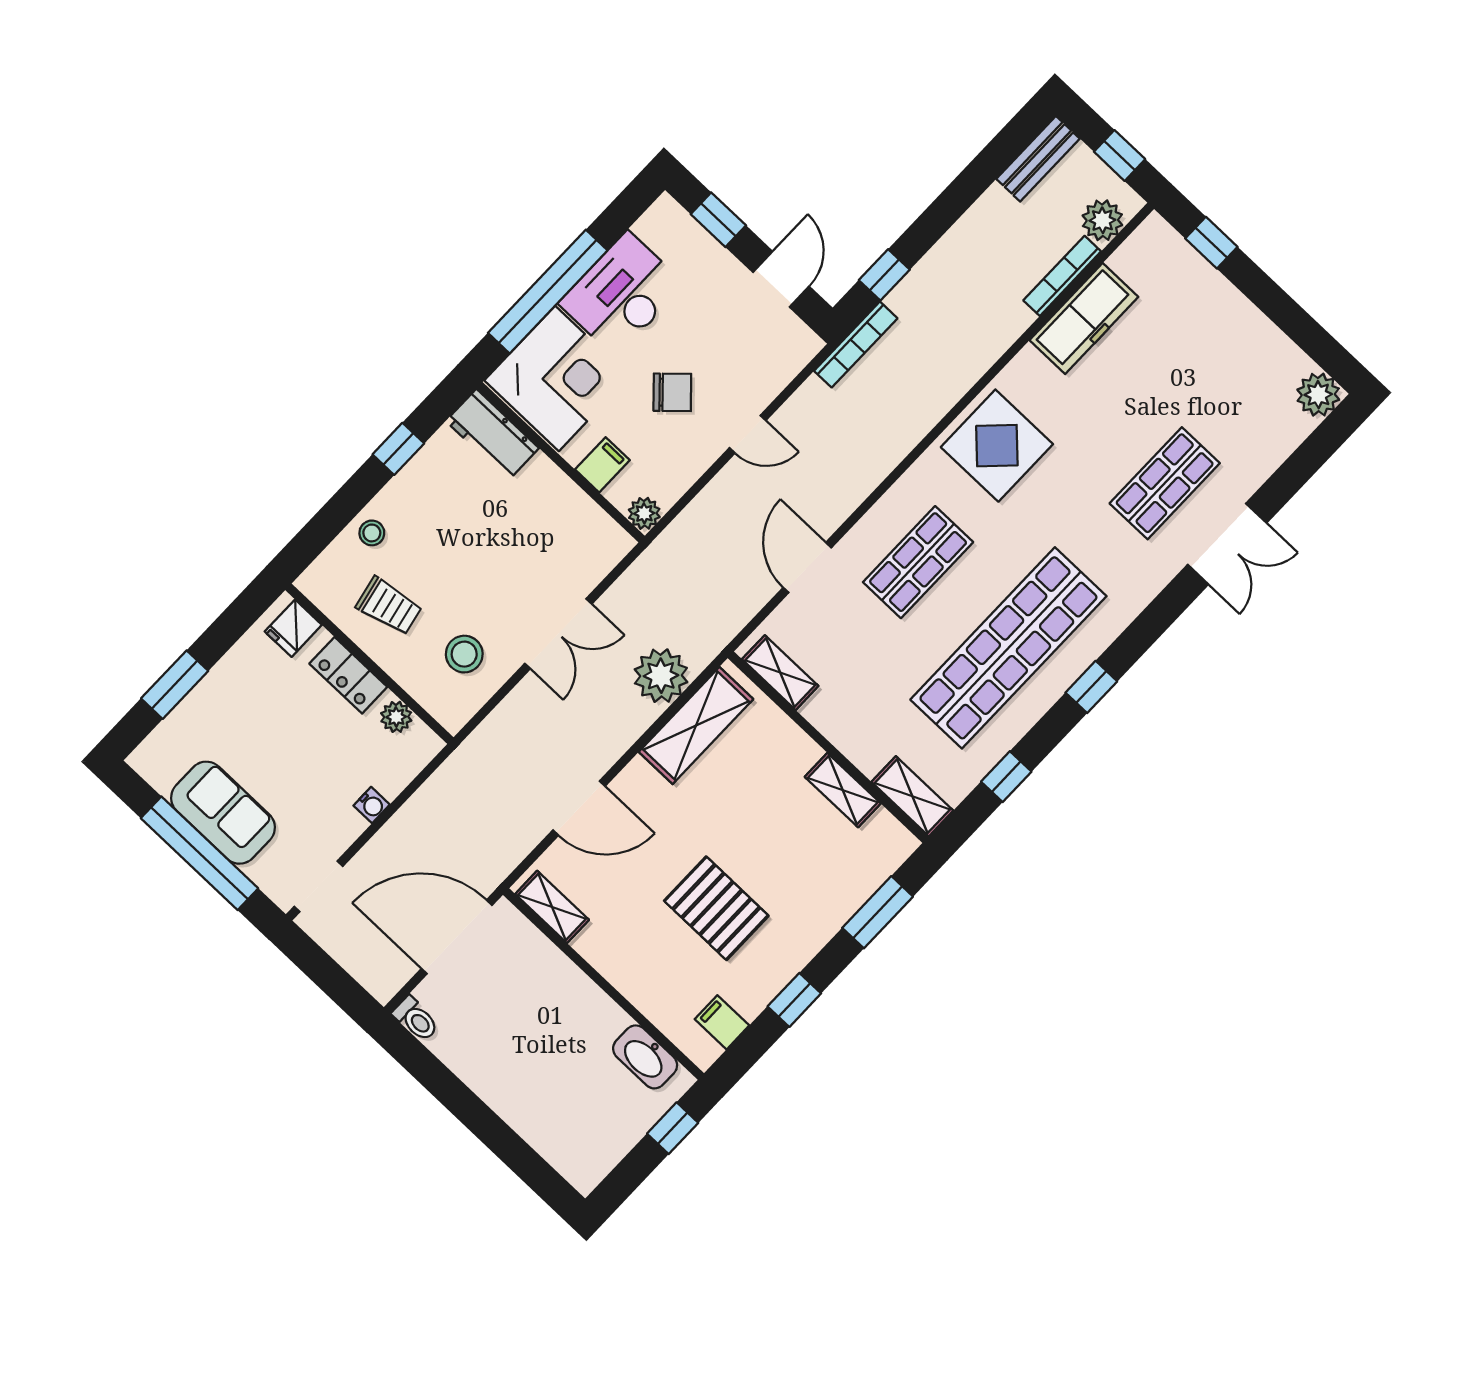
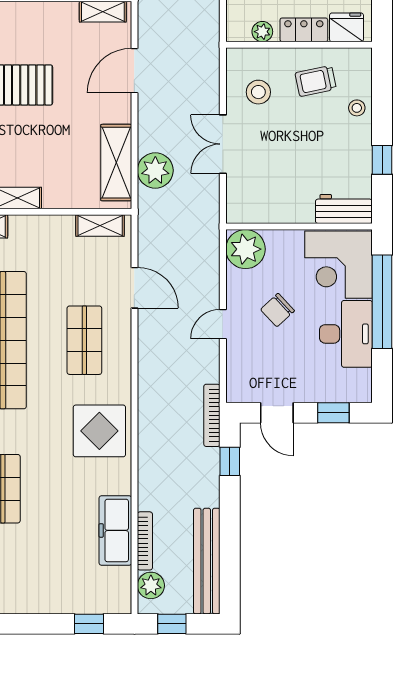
bench: (1038, 159) -> (207, 561), width x1.86, depth x1.21
filing cabinet: (602, 465) -> (278, 244), removed
plant: (644, 513) -> (245, 249), width x1.88, depth x1.88
fridge: (293, 628) -> (346, 27), width x1.38

